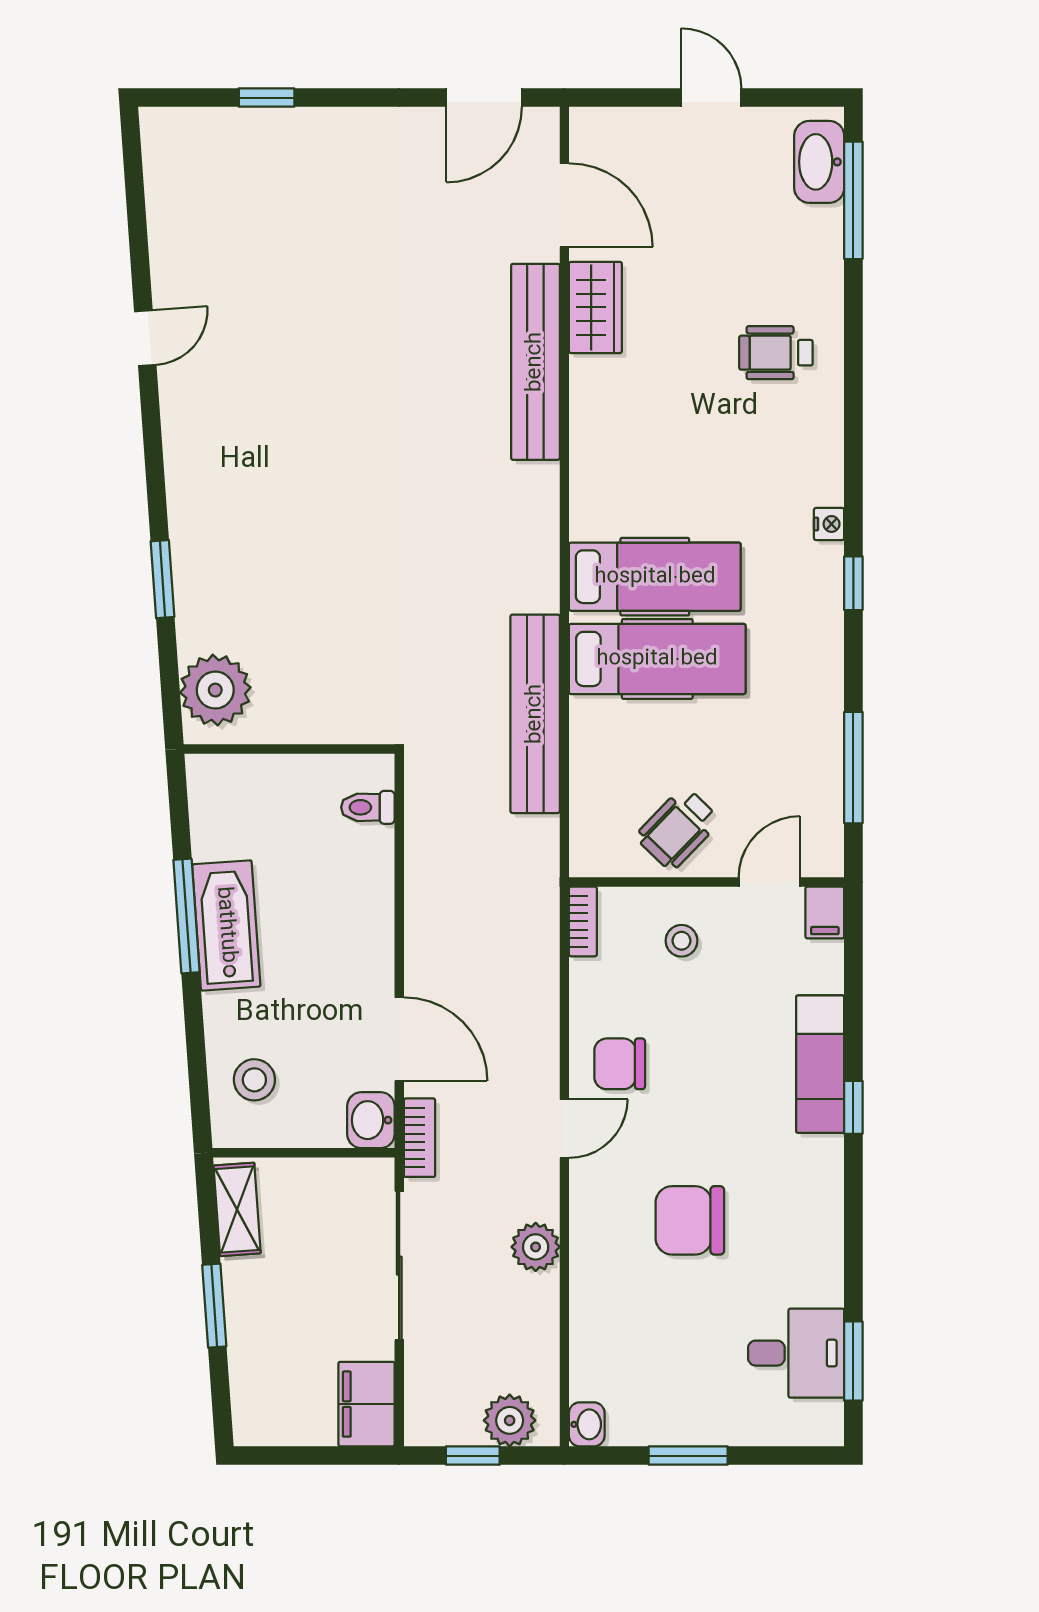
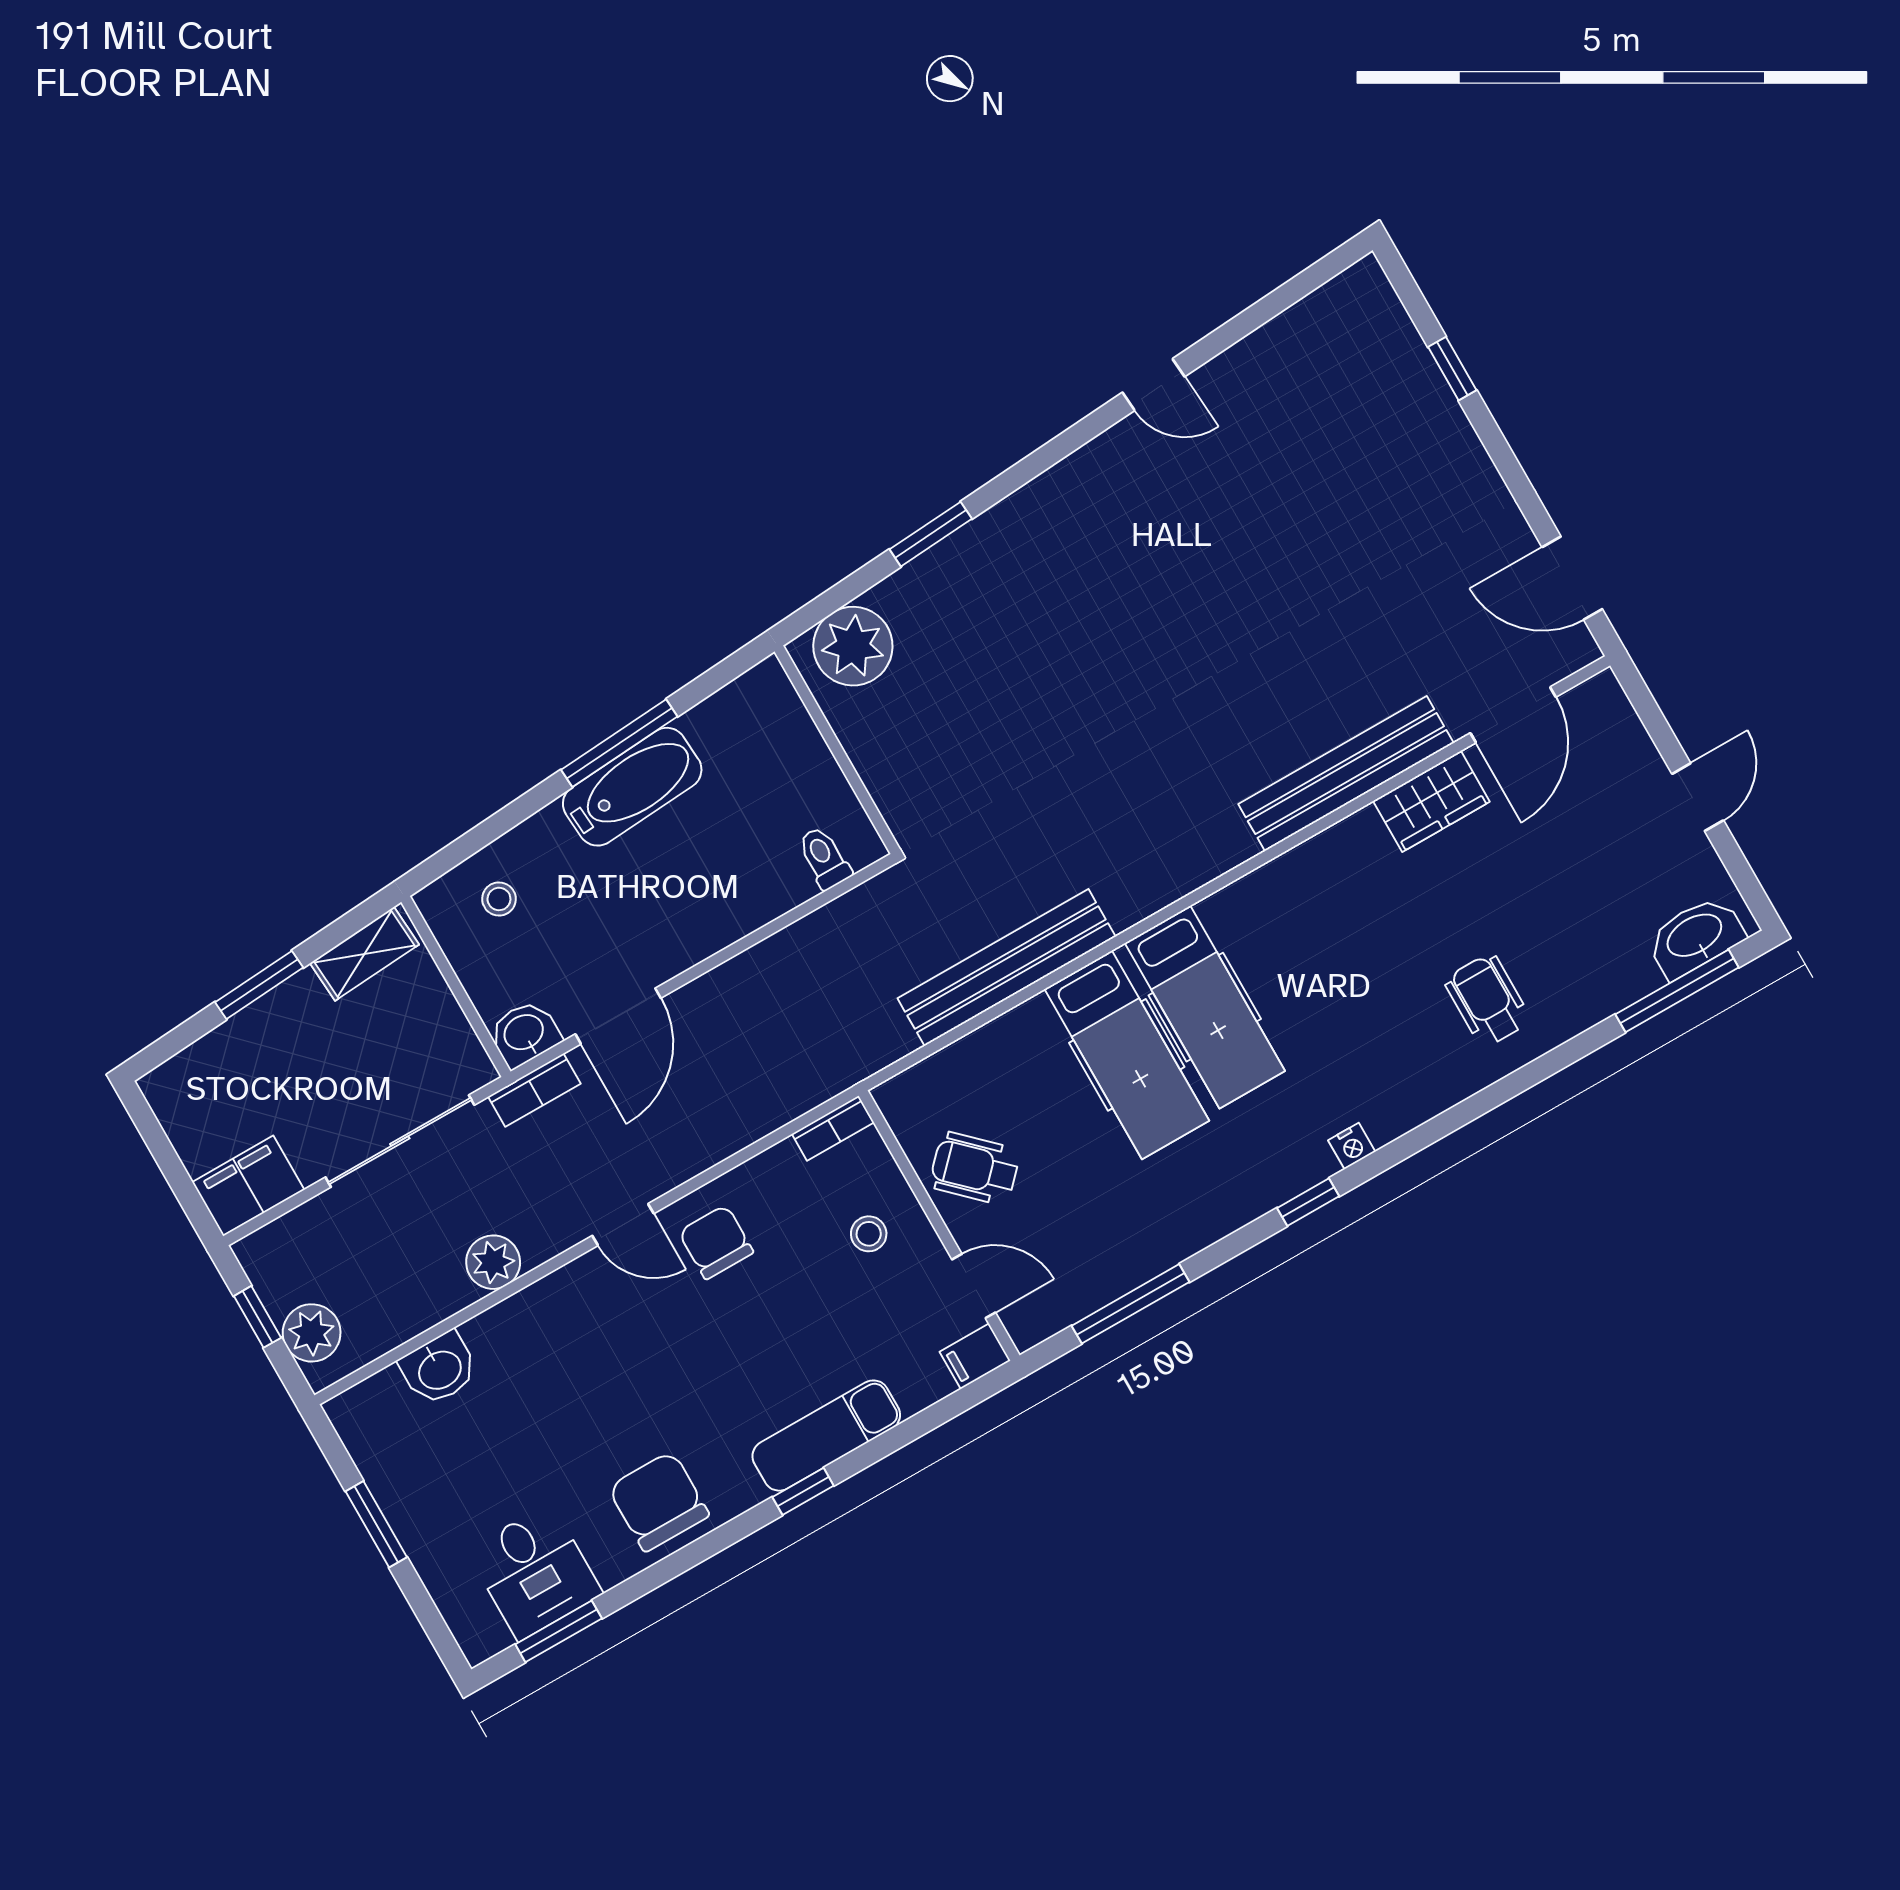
stool: (254, 1080) -> (499, 899), width x0.73, depth x0.73
chair: (690, 1220) -> (659, 1501), moved
washbasin: (587, 1424) -> (439, 1369), moved, width x1.38, depth x1.45

